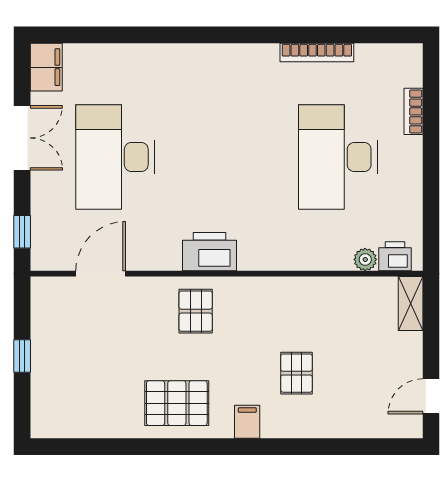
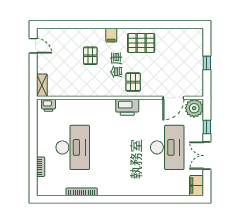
window: (22, 232) -> (207, 127), moved
plant: (365, 259) -> (194, 108), moved, width x1.87, depth x1.87
door: (431, 396) -> (33, 46), hinge flipped

